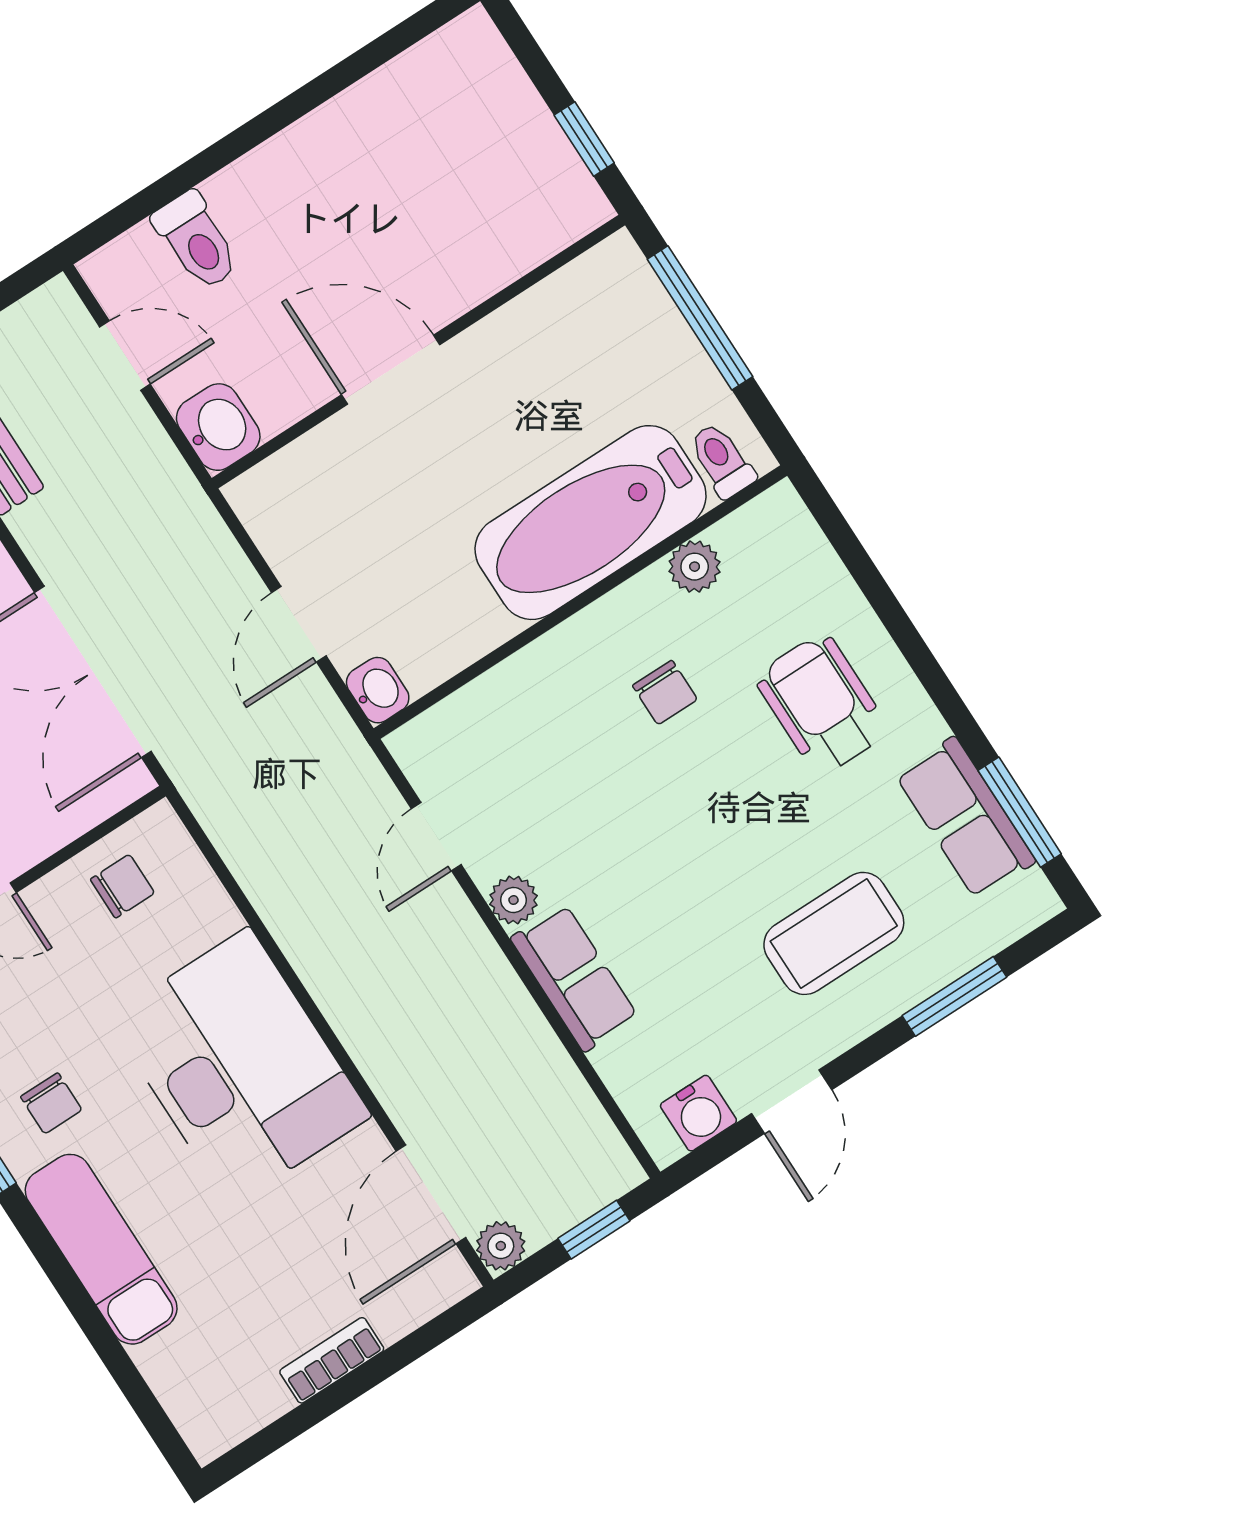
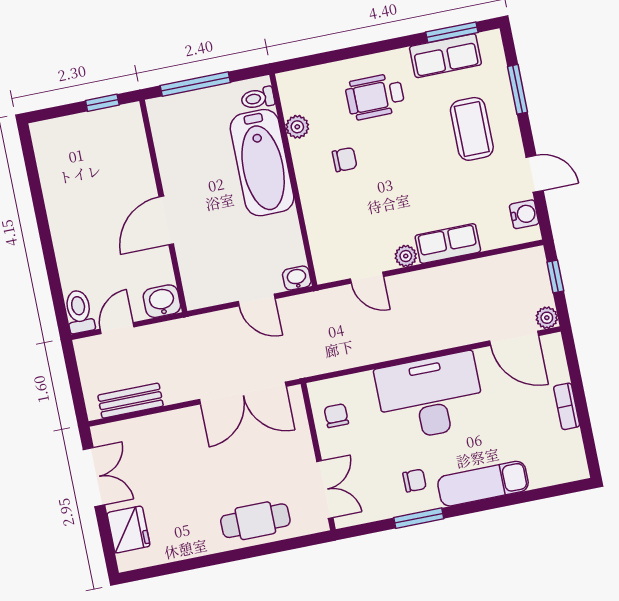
toilet: (196, 241) -> (79, 311), moved, turned -90

